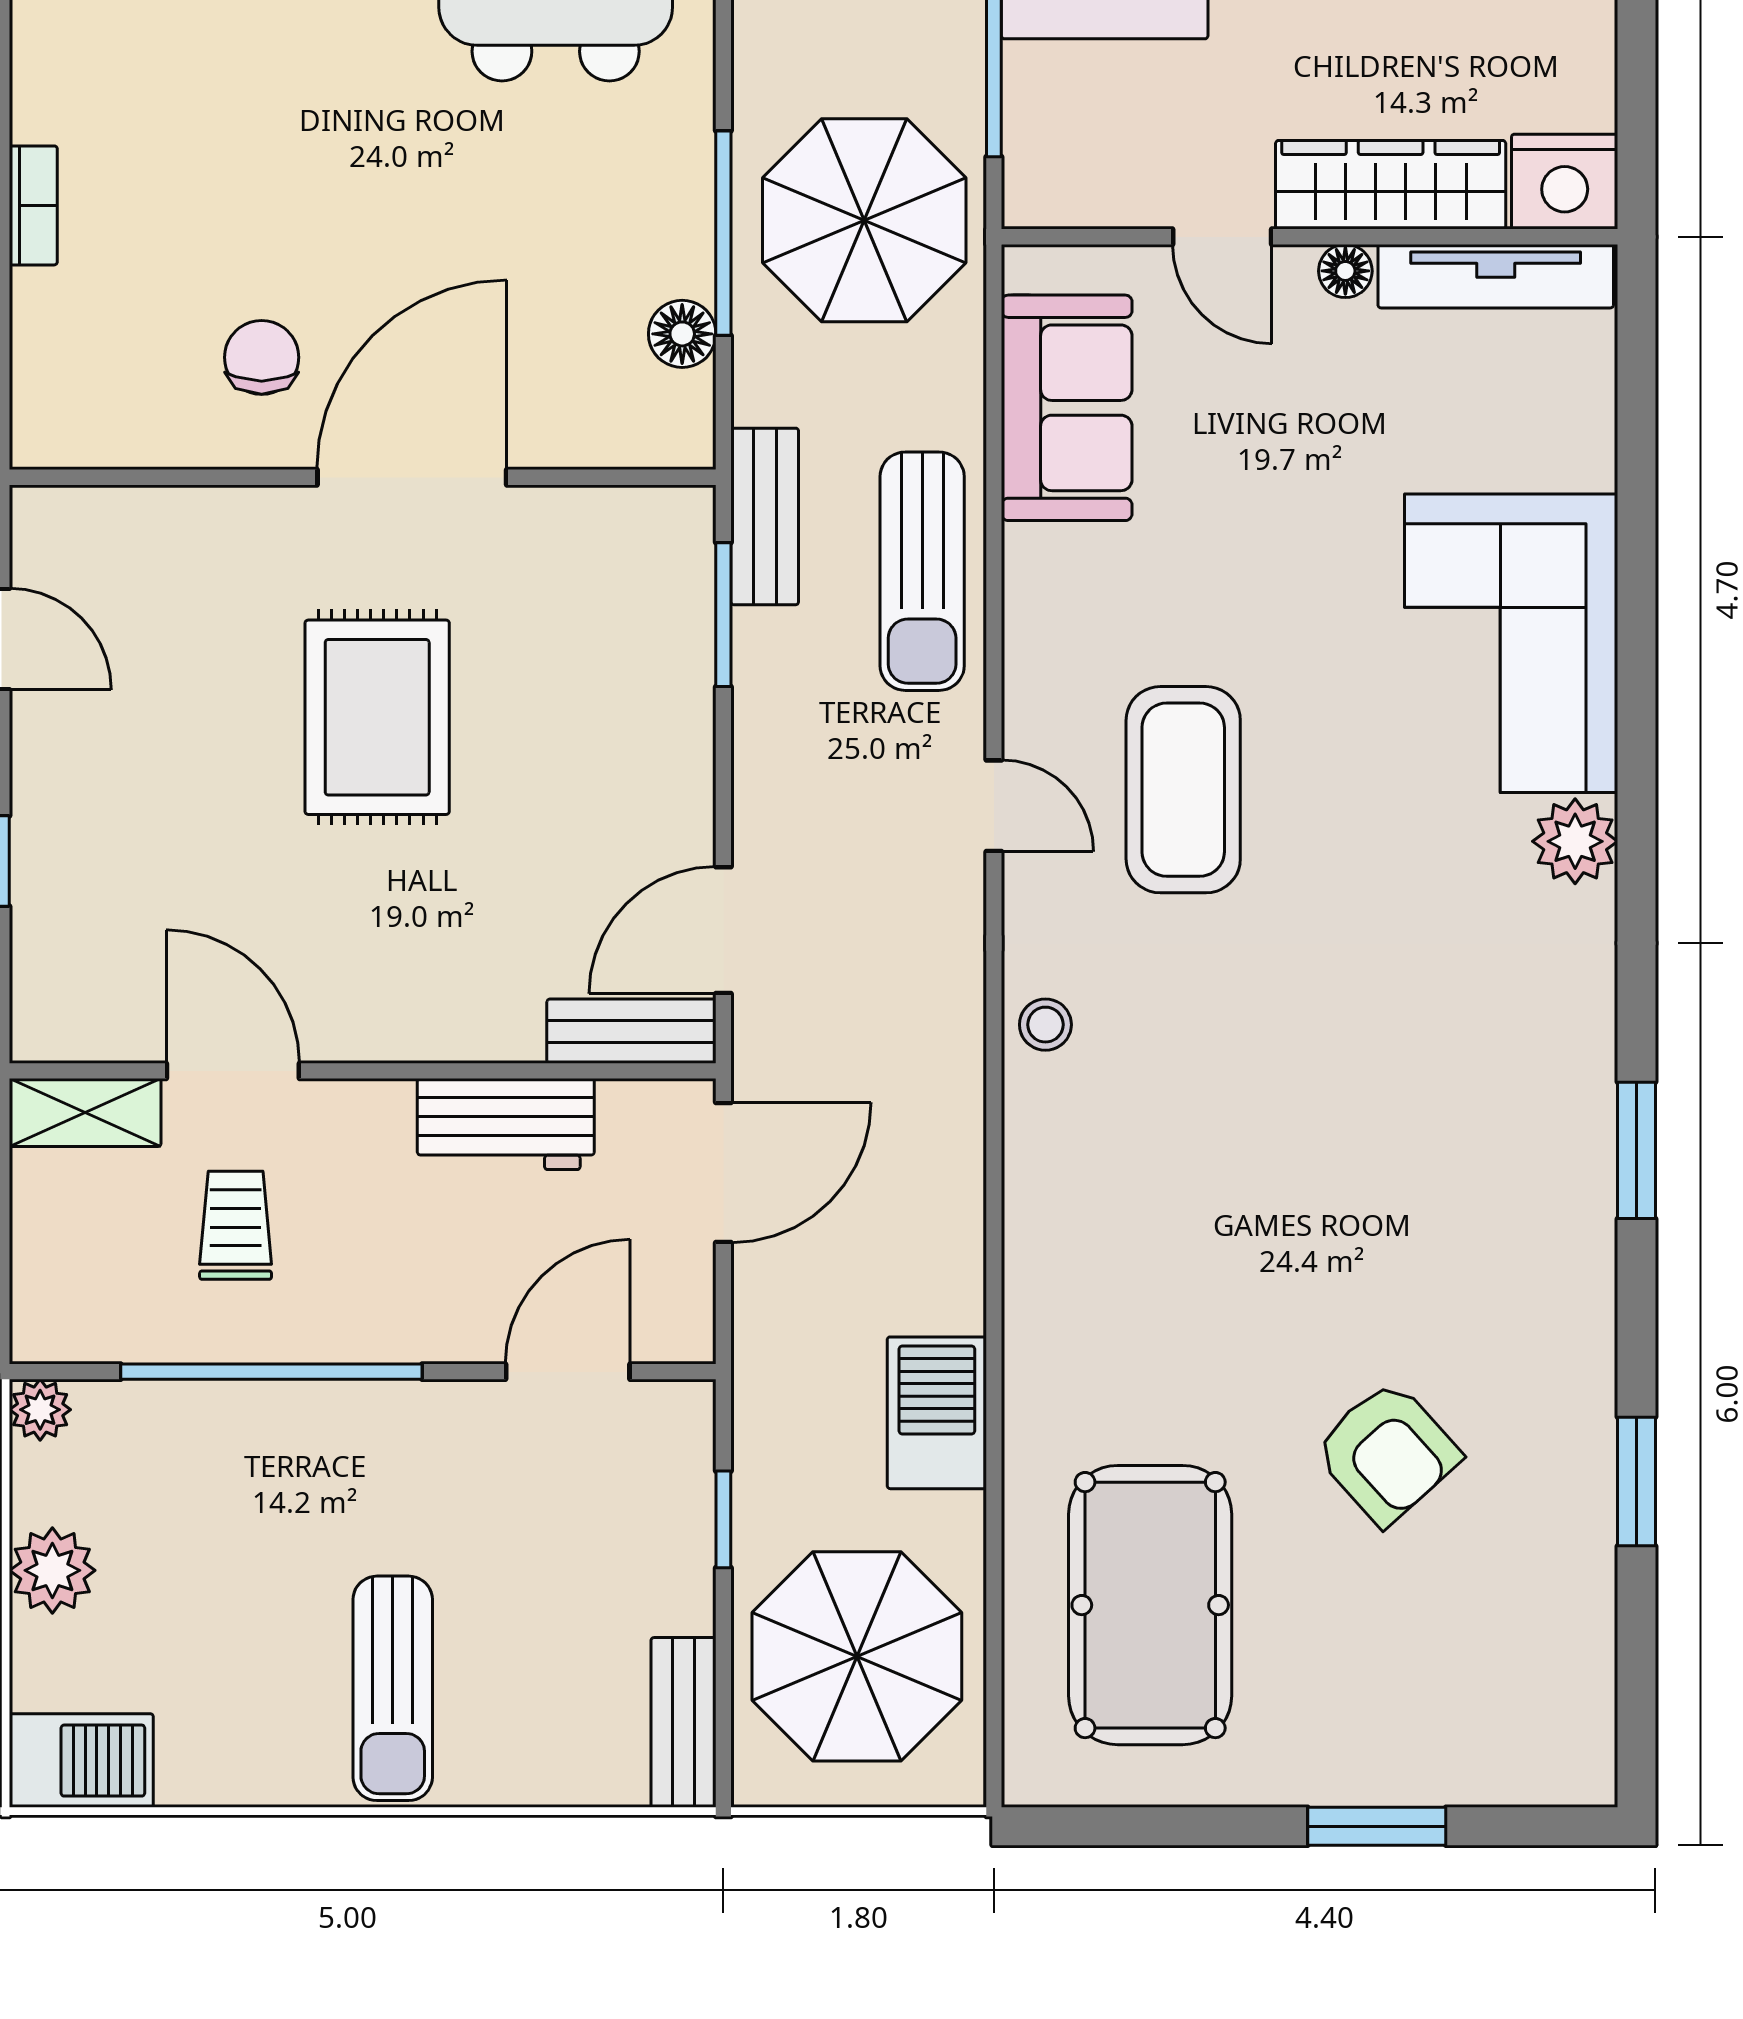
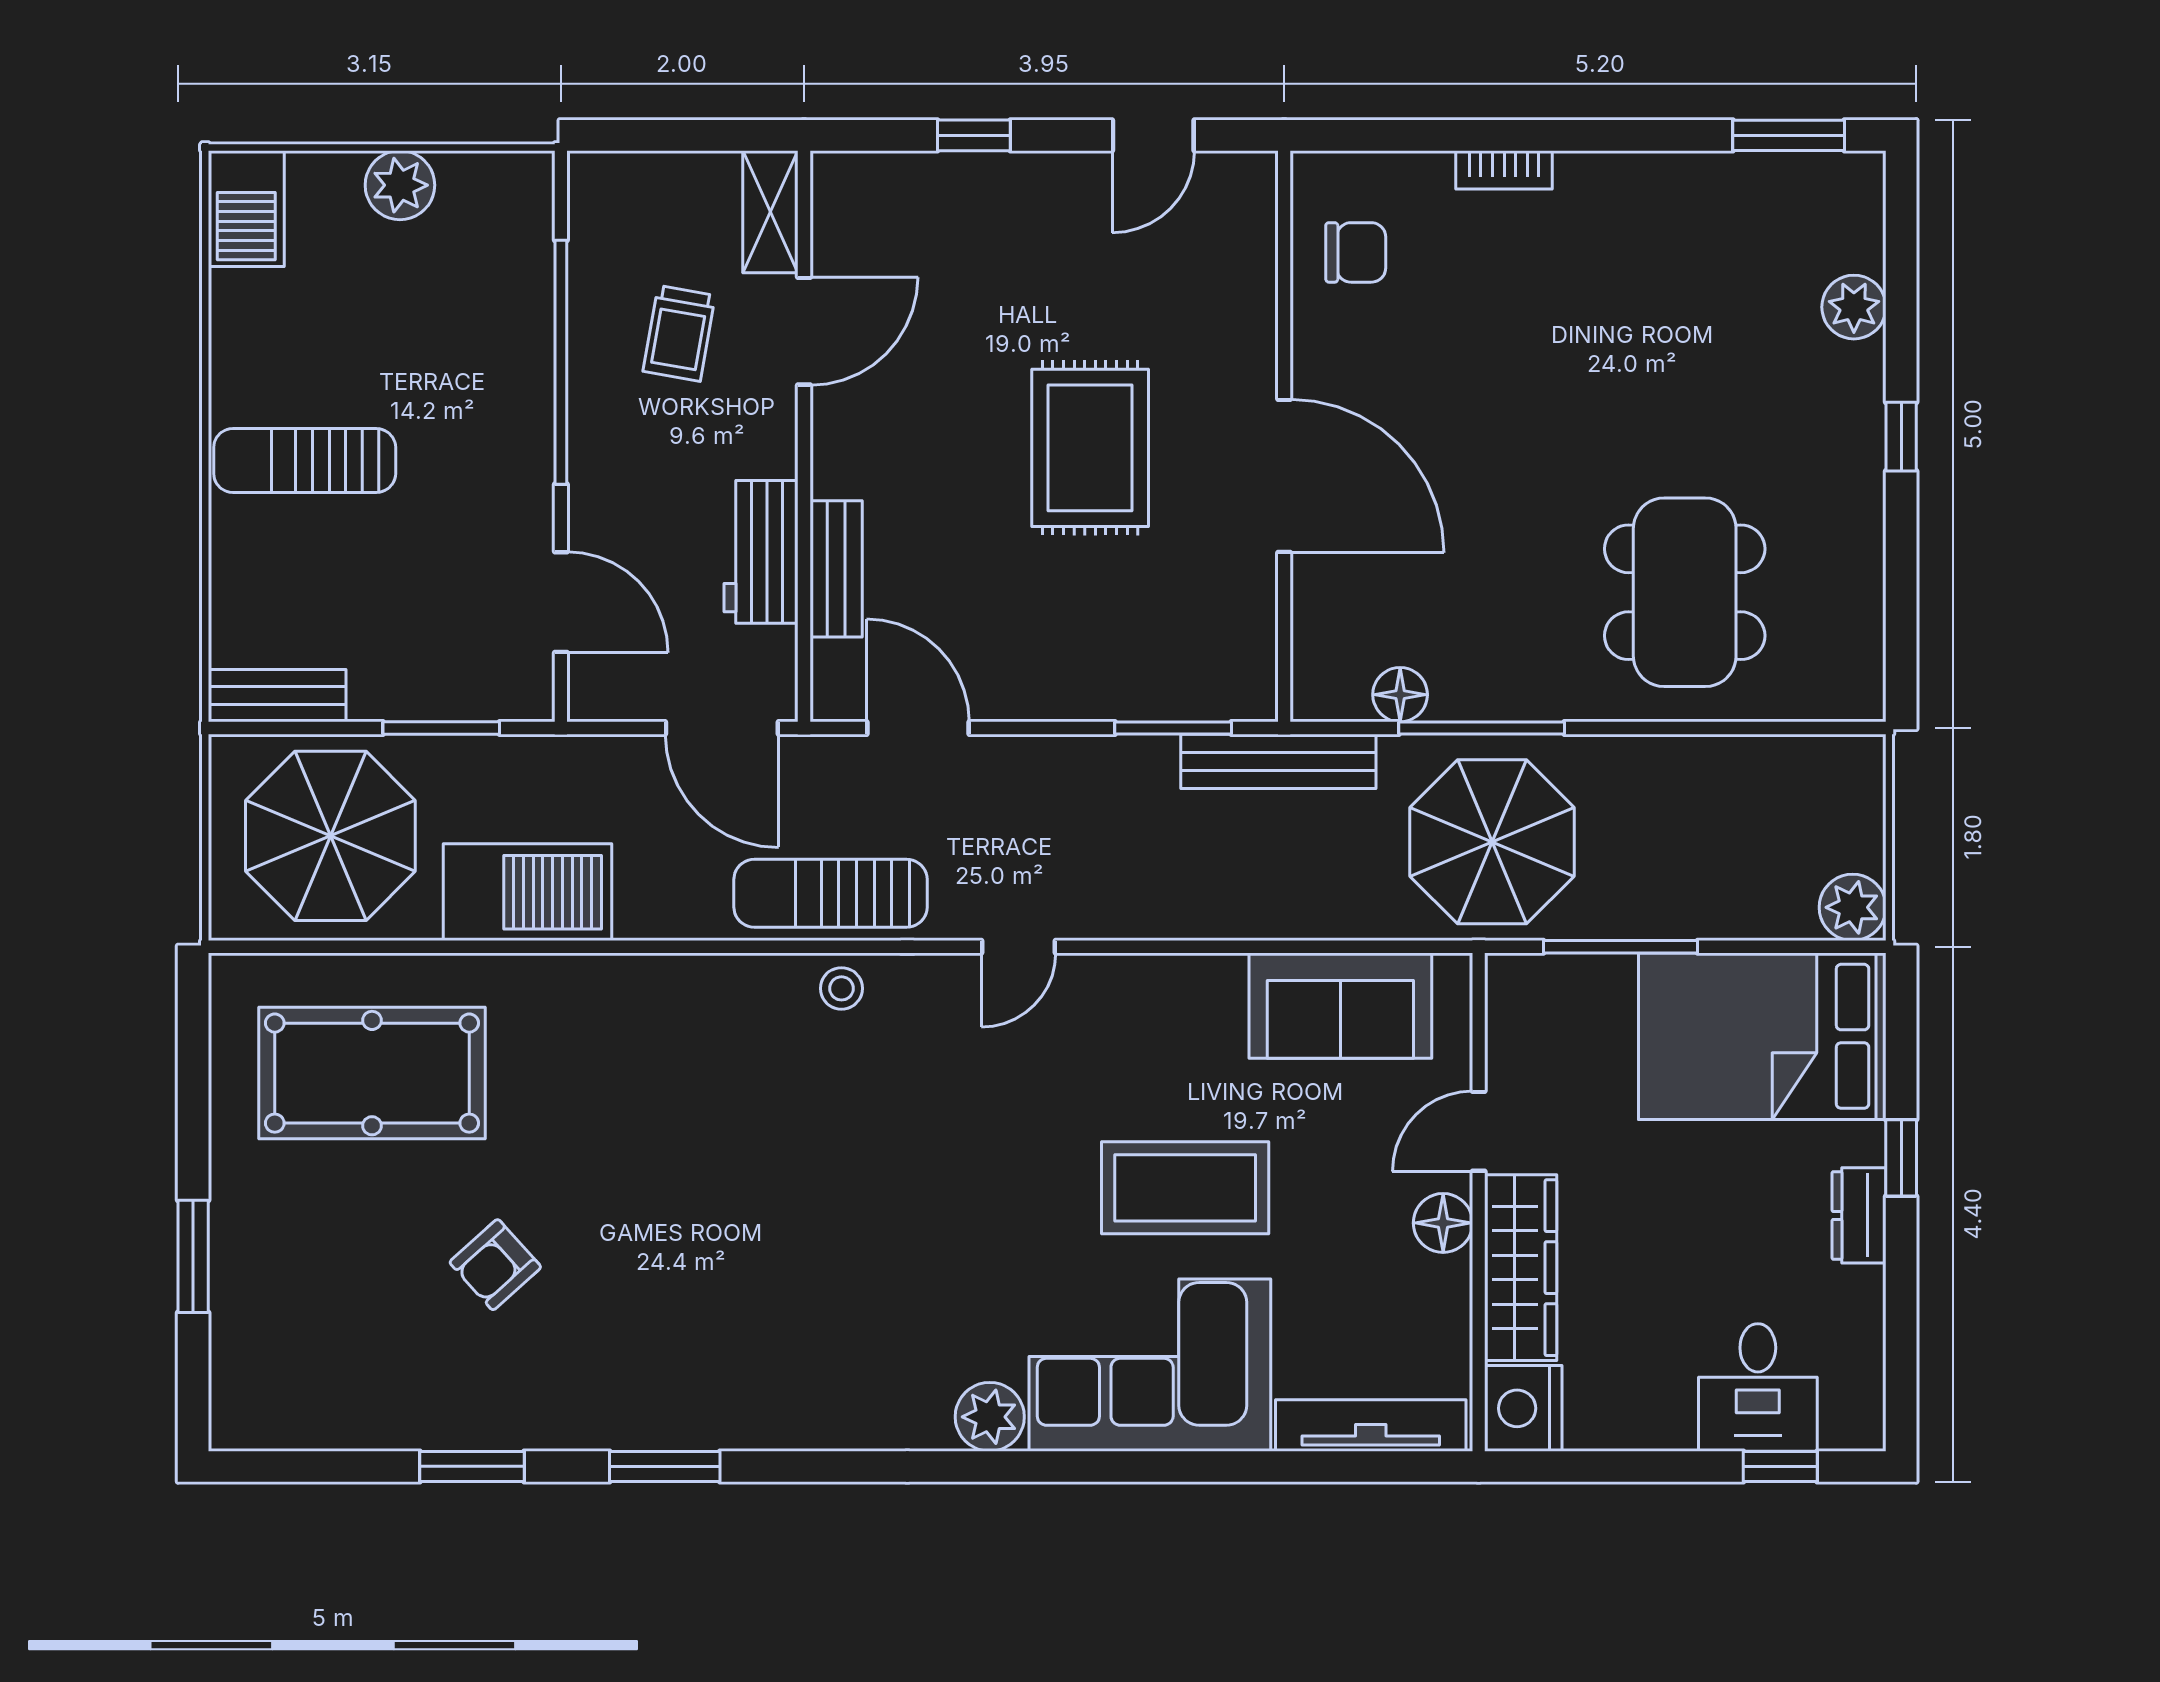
floor lamp: (1345, 271) -> (1443, 1223), width x1.37, depth x1.37
tv unit: (1496, 276) -> (1371, 1425), moved, turned 90
chair: (262, 357) -> (1356, 252), moved
bench: (765, 516) -> (1278, 761), width x1.36
sun lounger: (922, 571) -> (831, 893), moved
rug: (377, 717) -> (1090, 448), turned 90
coffee table: (1183, 790) -> (1185, 1188), moved
bench: (631, 1031) -> (836, 569), moved
window: (1637, 1150) -> (665, 1466), moved
trolley: (236, 1225) -> (679, 333), turned 100
plant: (40, 1410) -> (530, 175), removed
barbecue: (937, 1413) -> (527, 892), width x1.37, depth x1.21
armchair: (1387, 1453) -> (495, 1265), width x0.72, depth x0.72
window: (723, 1519) -> (441, 728), width x1.50

